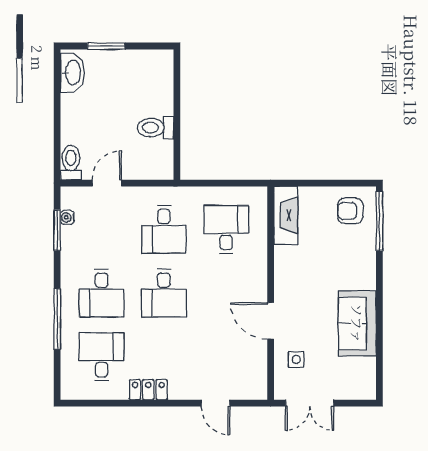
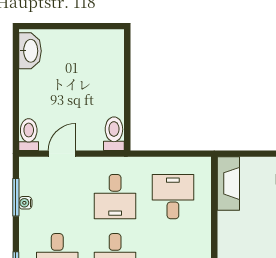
window: (106, 46) -> (62, 26), removed
toilet: (156, 128) -> (114, 134), moved, turned 90
water cooler: (67, 217) -> (25, 203), moved

